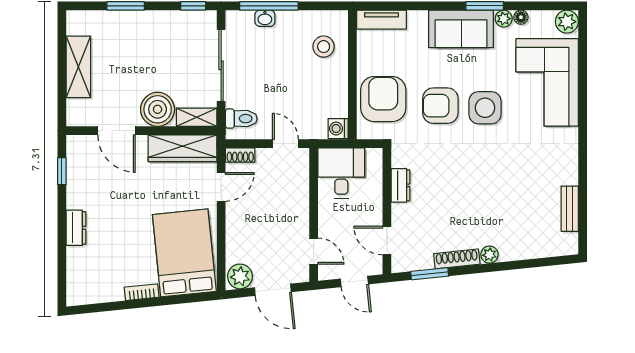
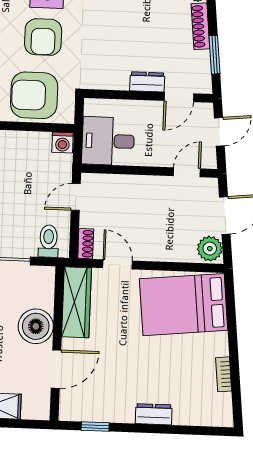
shelving: (197, 117) -> (45, 287), removed
dresser: (401, 185) -> (147, 82), moved
bookcase: (142, 292) -> (224, 374), moved

